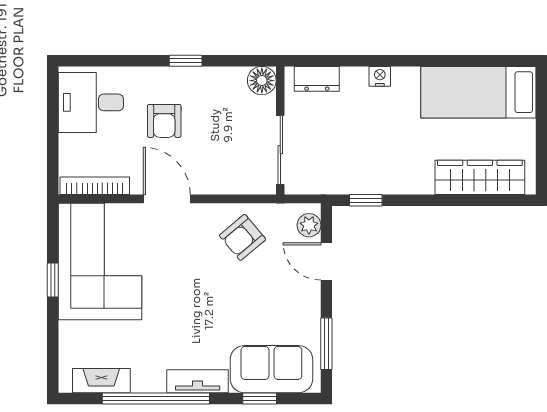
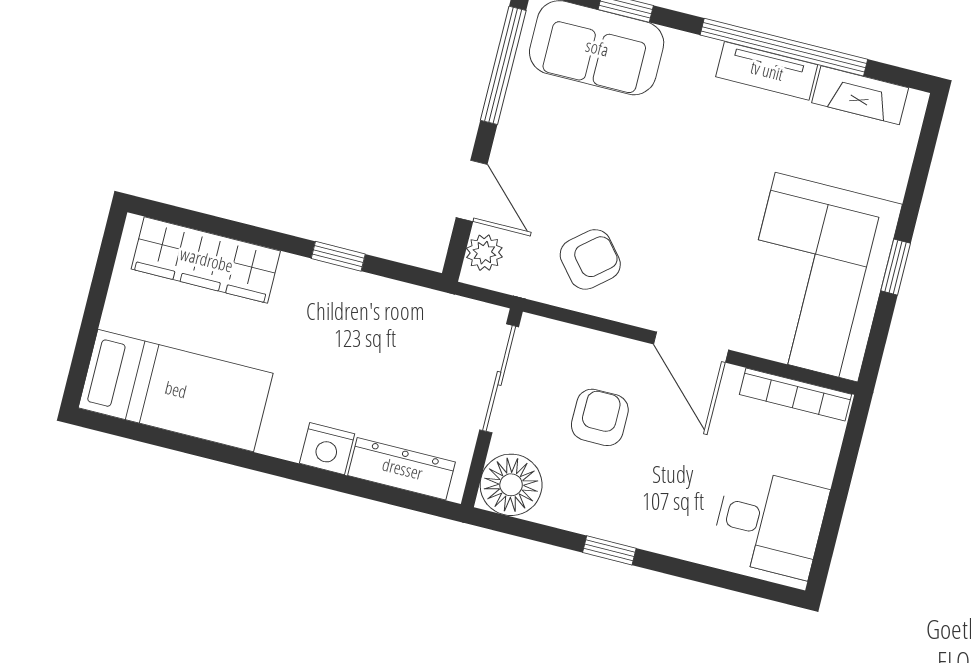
nightstand: (380, 76) -> (327, 449), width x1.39, depth x1.35
dresser: (317, 79) -> (402, 469), width x1.44
floor lamp: (262, 81) -> (511, 485), width x1.38, depth x1.38
armchair: (164, 121) -> (600, 417), moved
window: (366, 200) -> (338, 256), moved
window: (326, 344) -> (503, 65), width x1.44
tv unit: (198, 381) -> (767, 71), moved

